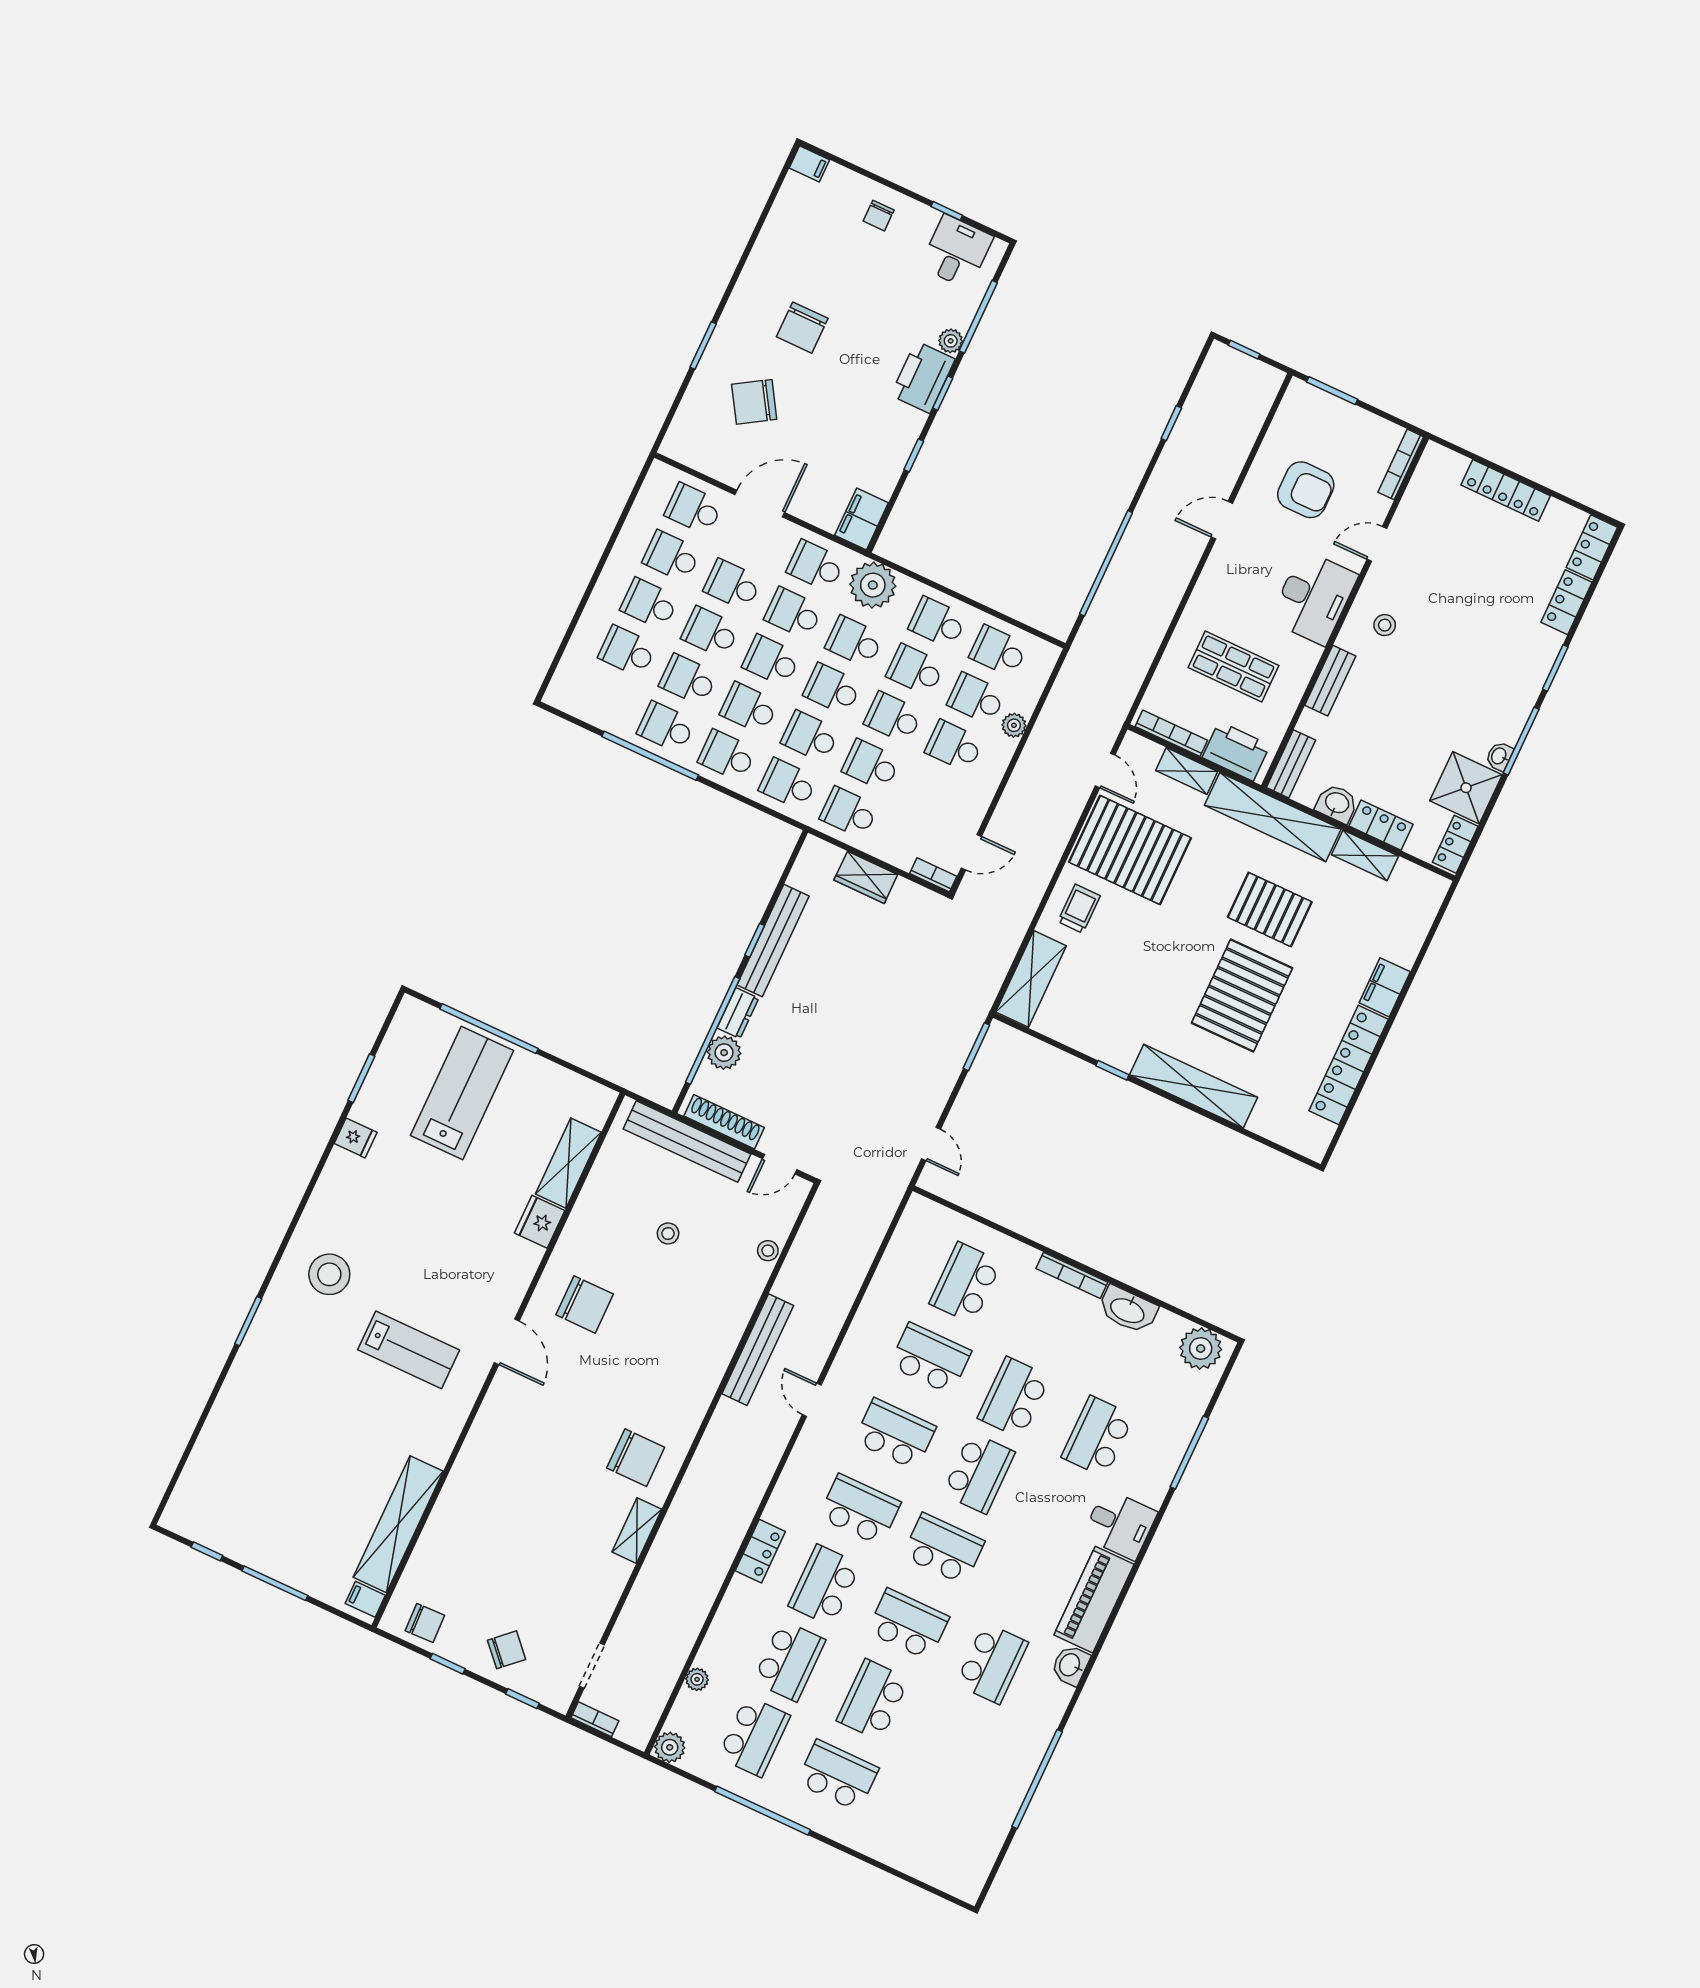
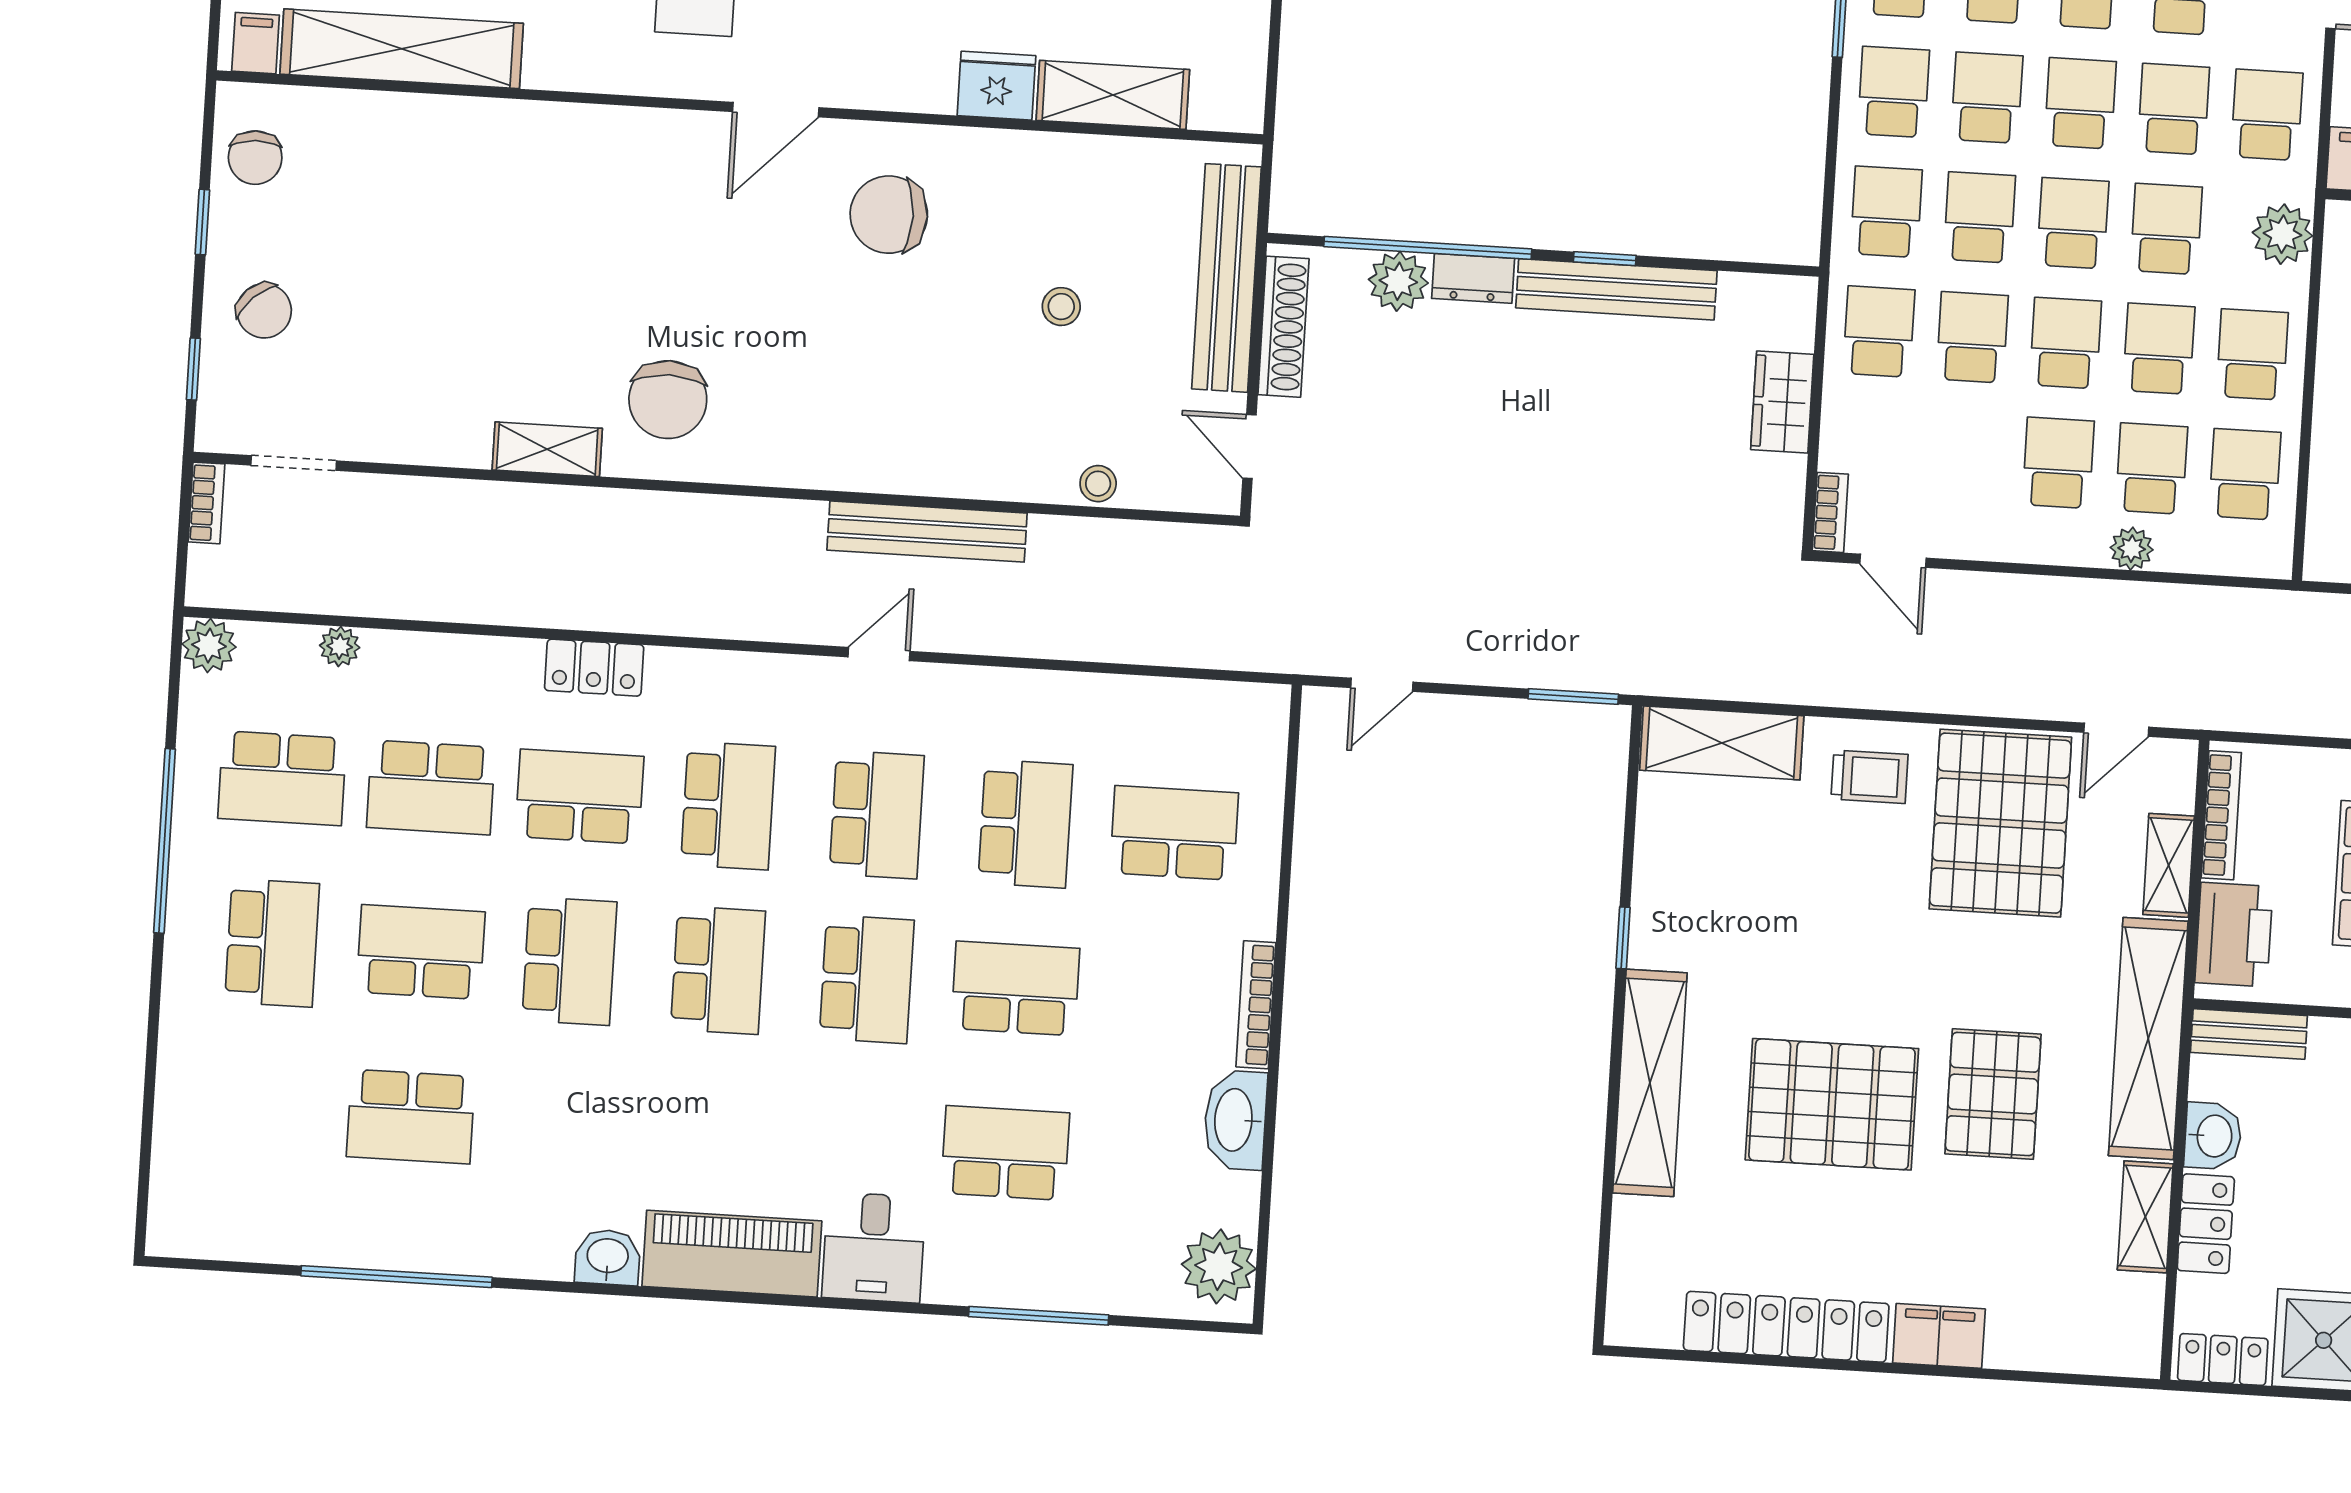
plant: (873, 585) -> (2282, 234), width x0.73, depth x0.73
chair: (585, 1304) -> (889, 215), turned 90
school desk: (979, 1473) -> (867, 979), turned -90
school desk: (992, 1663) -> (411, 1117), moved

